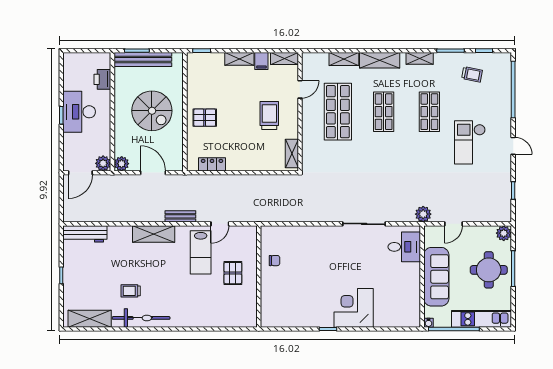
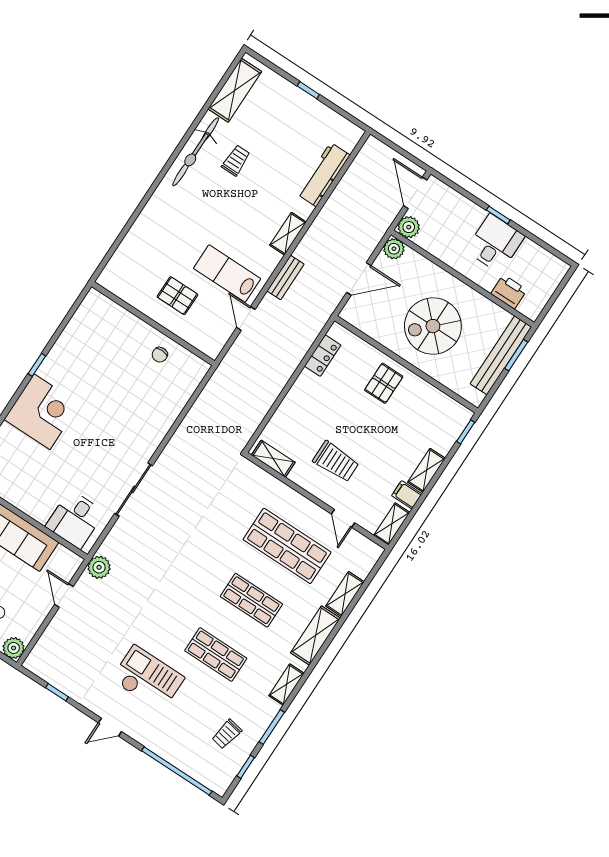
desk: (79, 112) -> (495, 243), width x0.73
workbench: (85, 234) -> (324, 175), moved
shelving: (154, 234) -> (288, 234), width x0.67, depth x0.75

